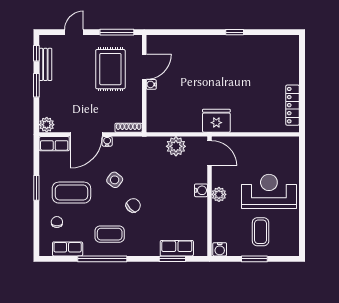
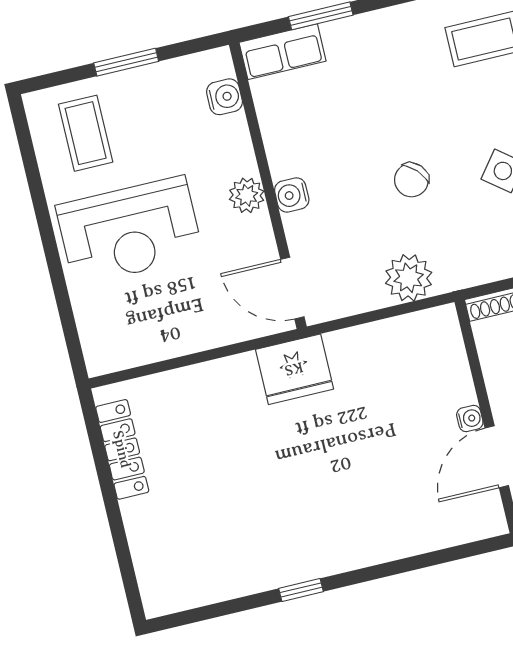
plant: (176, 146) -> (409, 278), moved
chair: (133, 205) -> (411, 180), moved
coffee table: (261, 232) -> (86, 133), moved
row of seats: (177, 248) -> (283, 52), moved
water cooler: (220, 249) -> (224, 97), moved, turned 90

